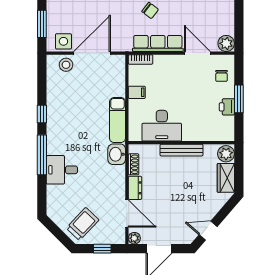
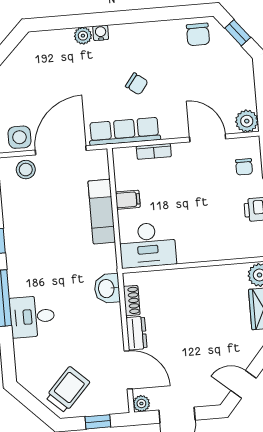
row of seats: (158, 43) -> (124, 131), moved
bookcase: (141, 59) -> (154, 151), moved
exam couch: (117, 120) -> (102, 212), moved
desk: (162, 126) -> (147, 245), moved
bench: (182, 150) -> (197, 275), removed

